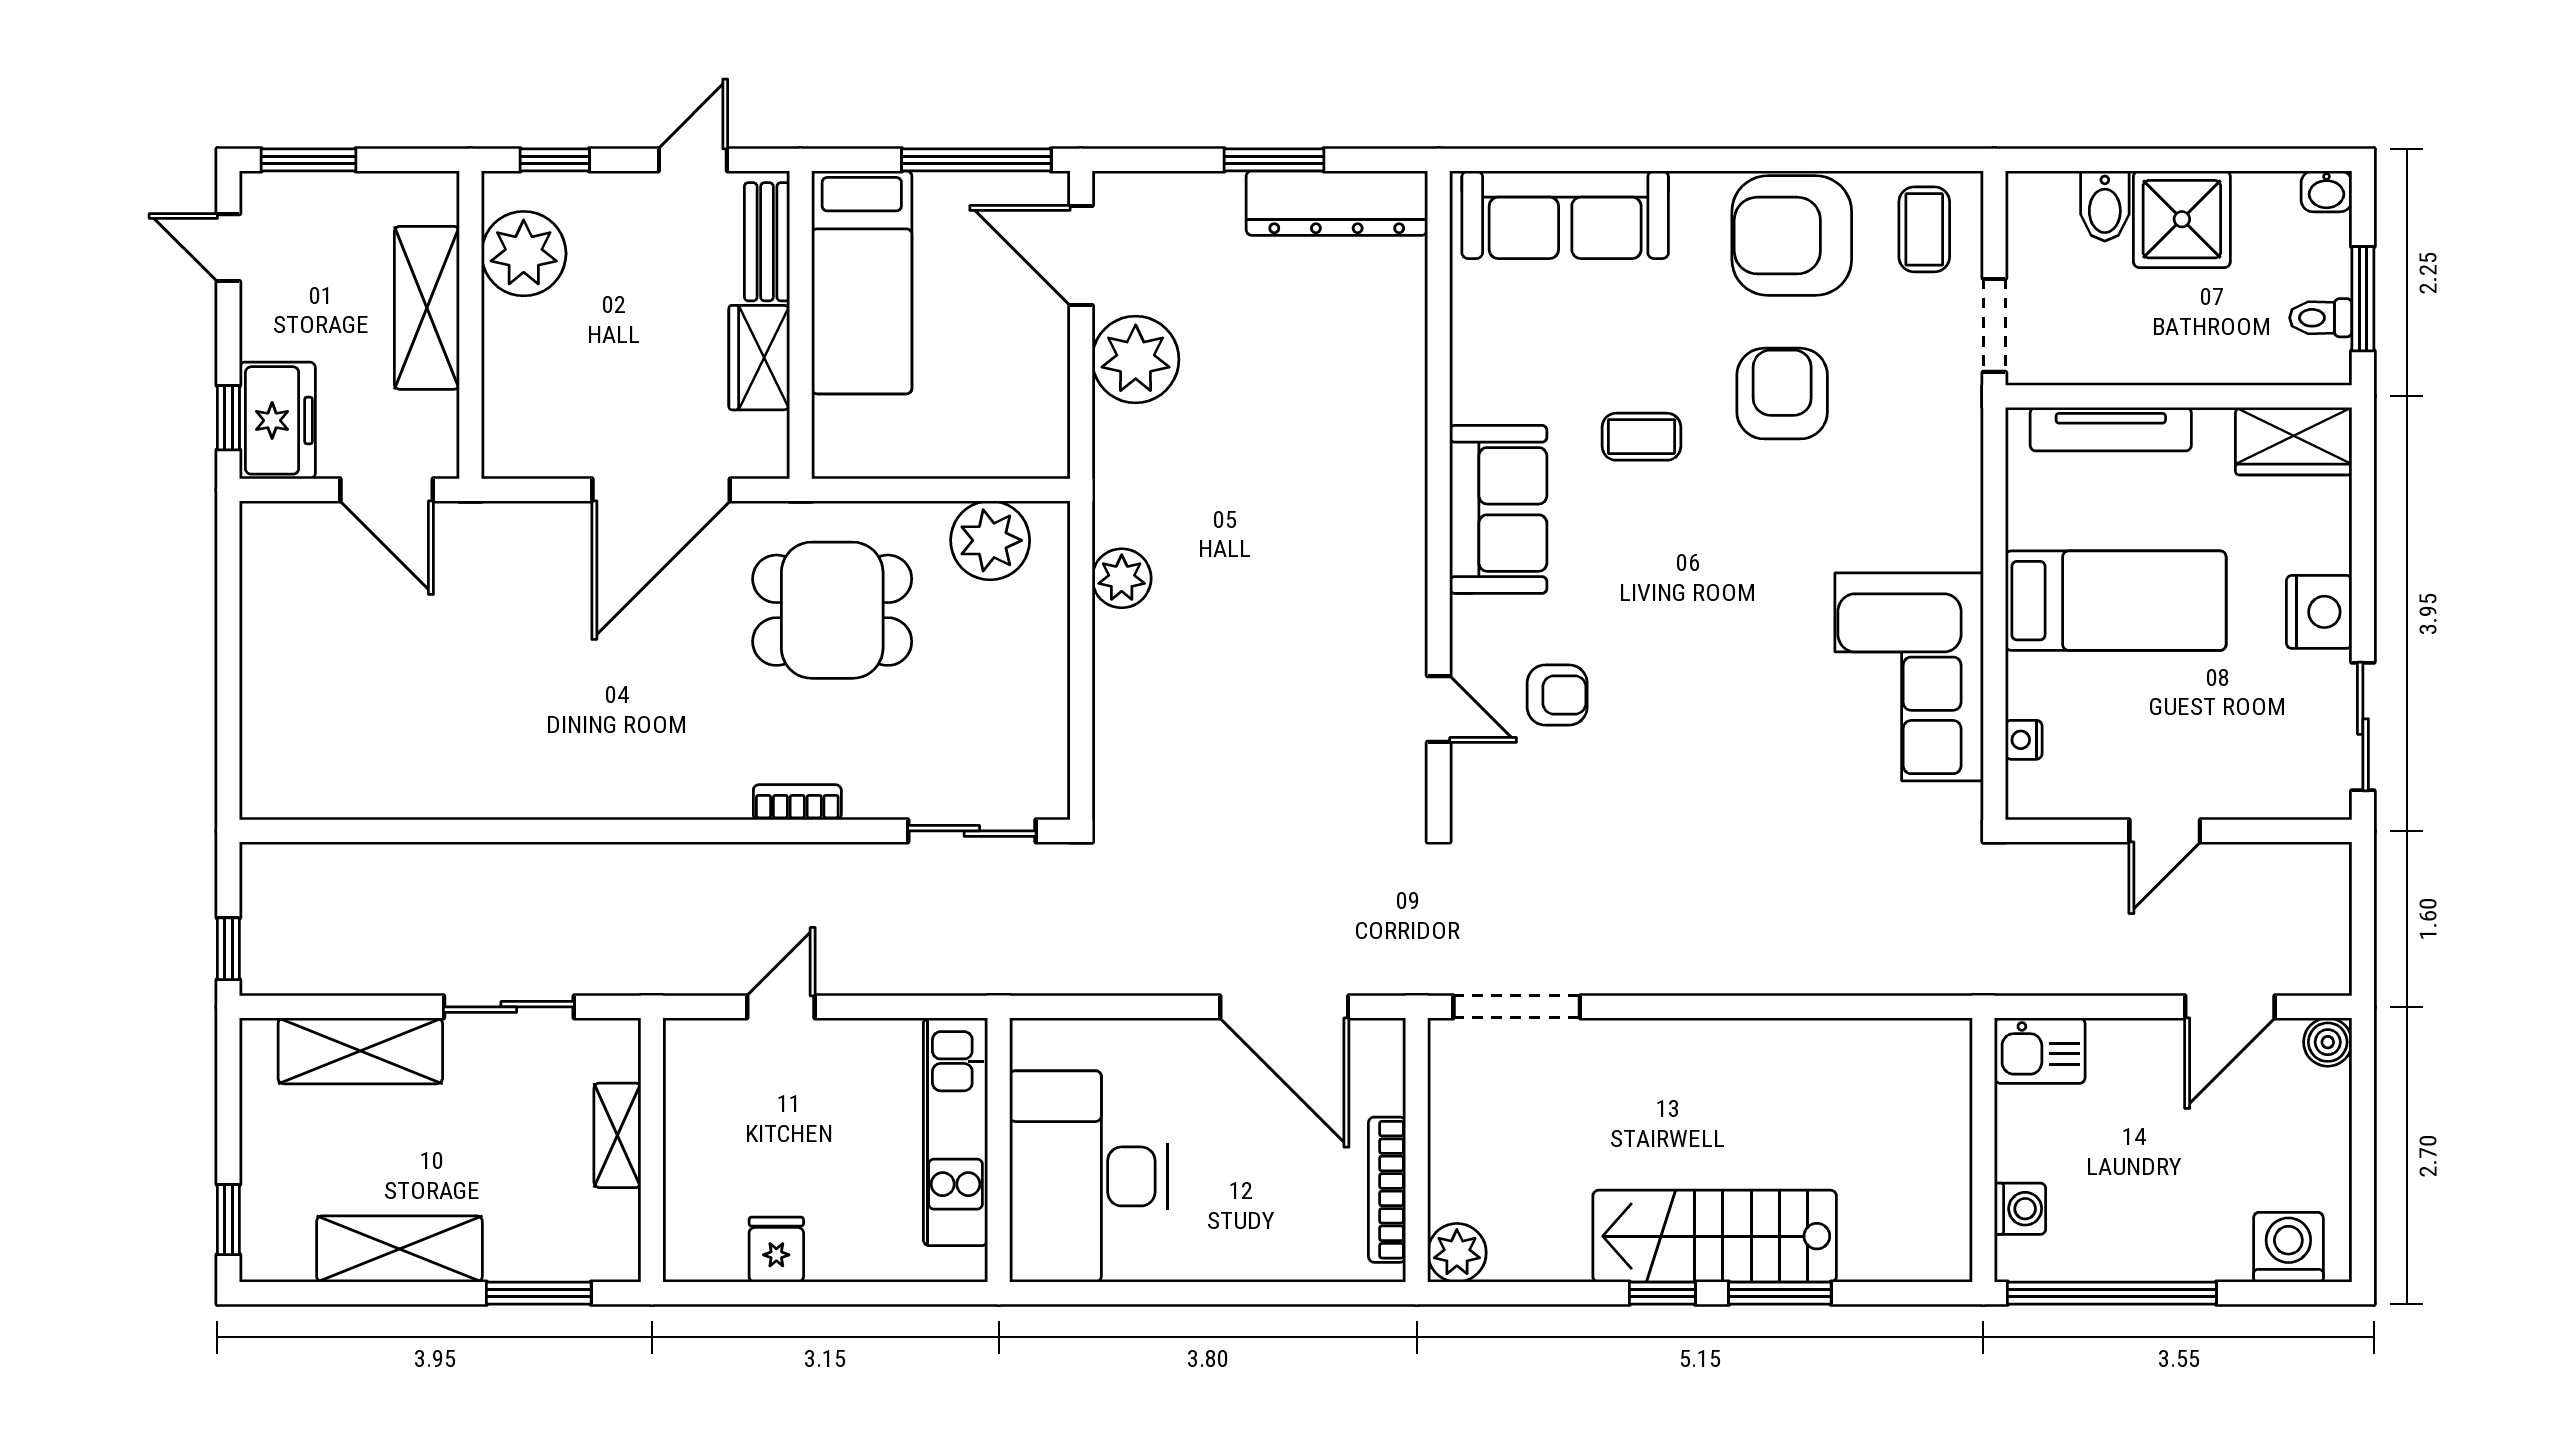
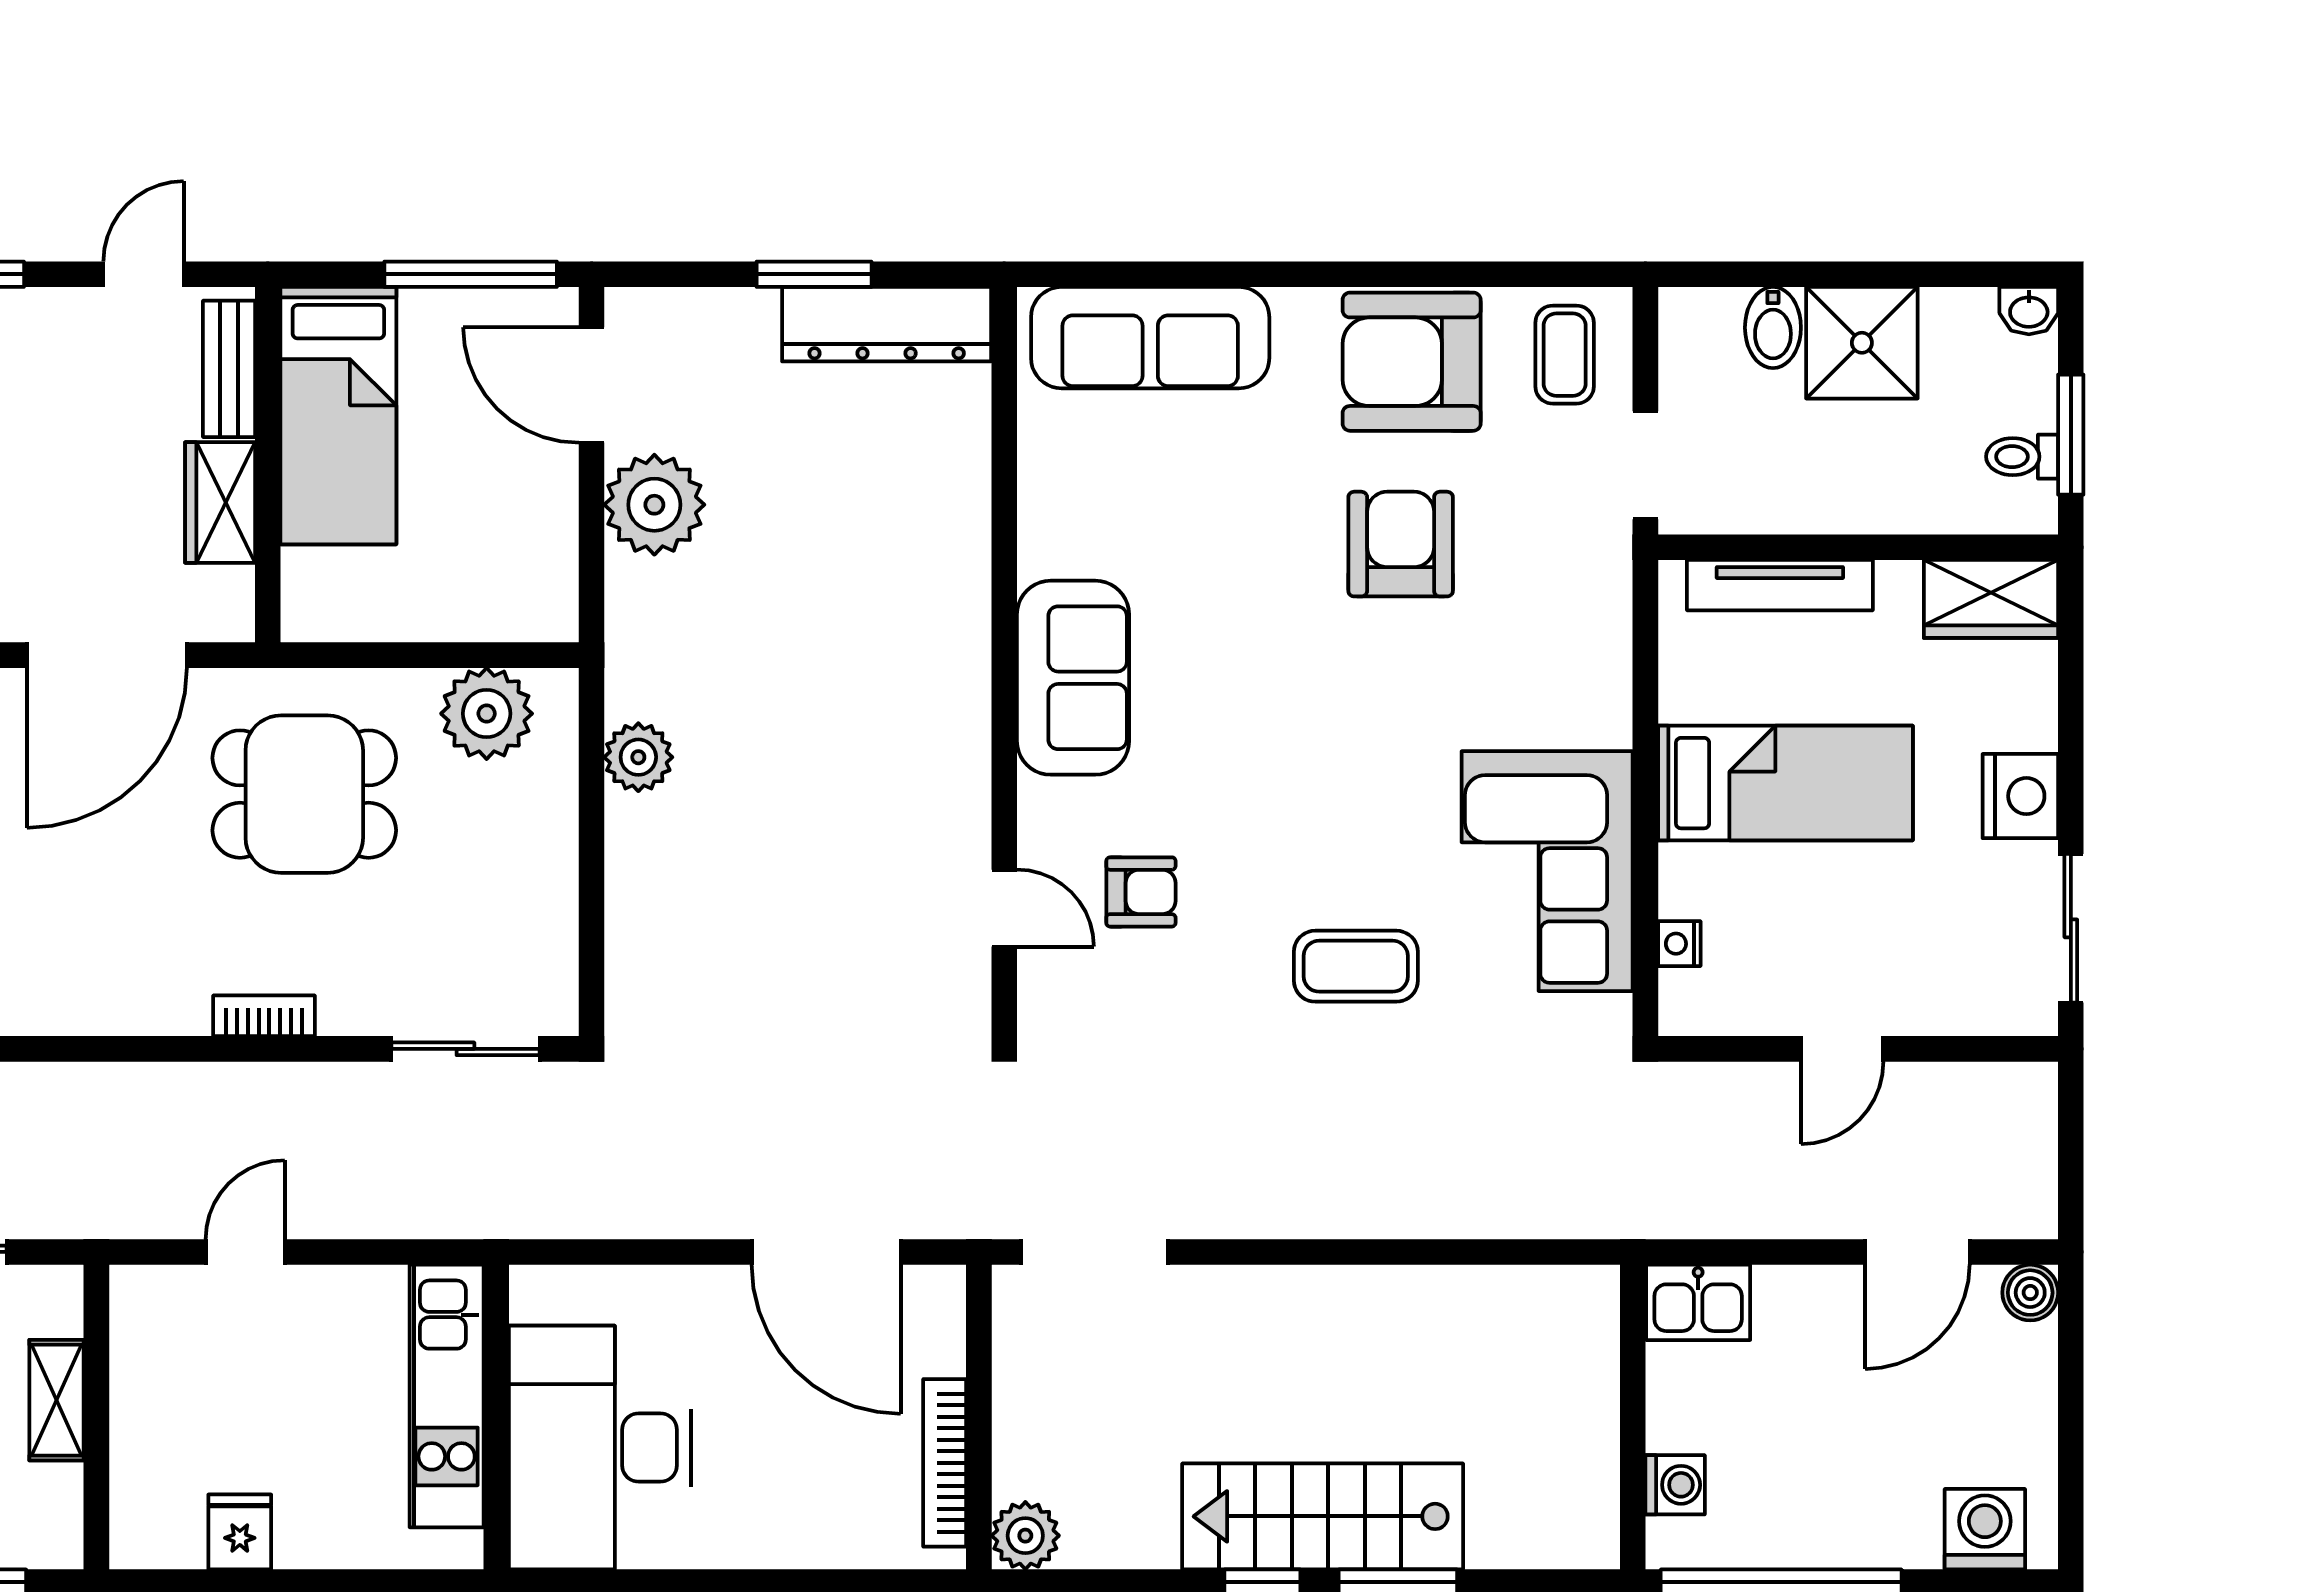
coffee table: (1641, 437) -> (1356, 966), moved, width x1.36, depth x1.30

